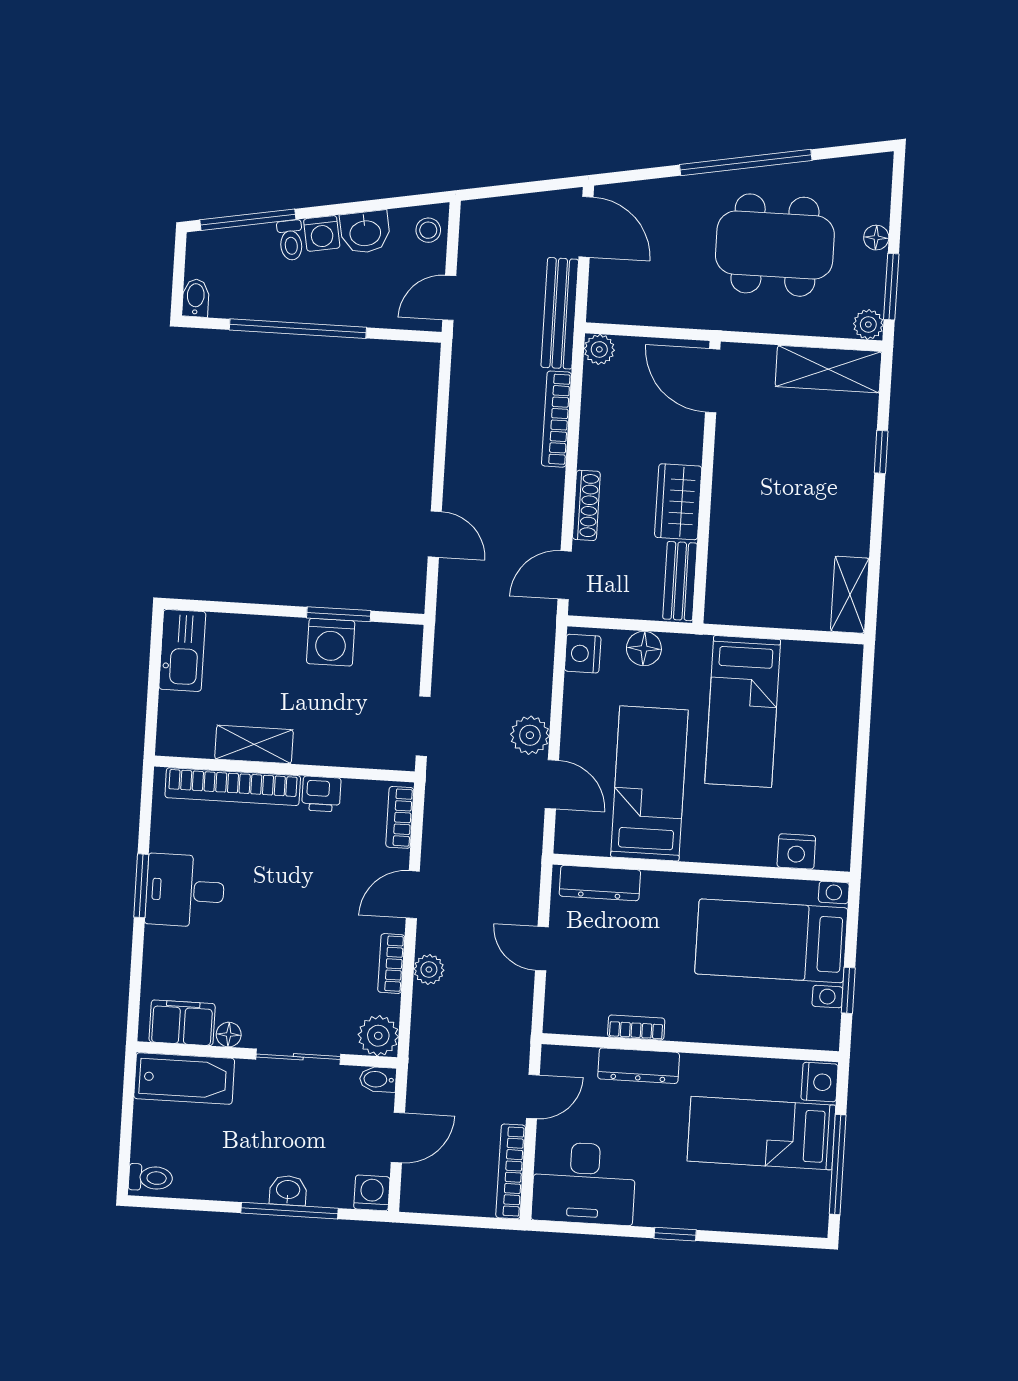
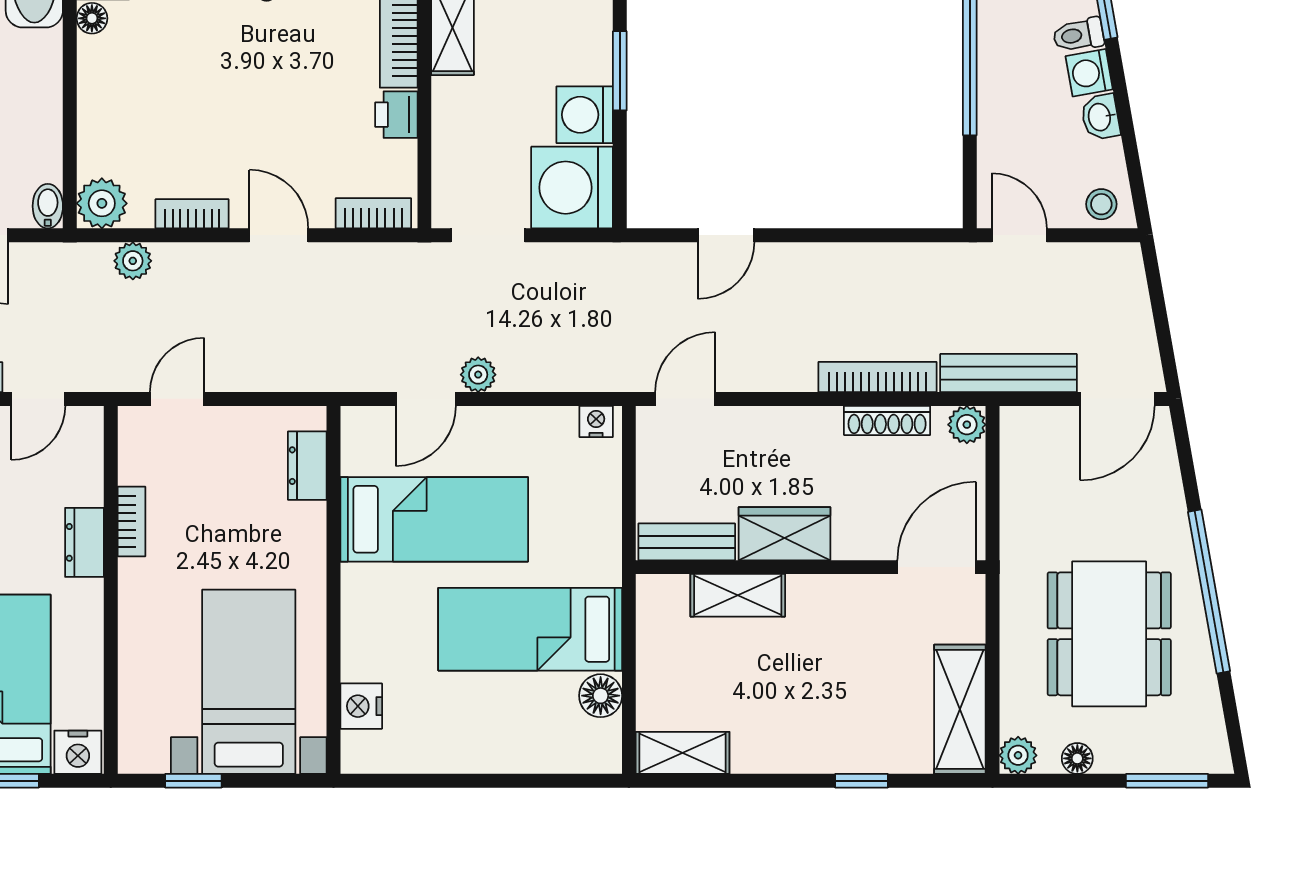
washbasin: (365, 232) -> (1100, 117), width x0.72, depth x0.69
floor lamp: (876, 238) -> (1077, 758), moved
window: (891, 287) -> (1167, 781), moved
shoe rack: (586, 505) -> (887, 420), moved
shelving: (726, 543) -> (738, 595), added
door: (565, 575) -> (685, 399), hinge flipped
window: (339, 614) -> (620, 71), moved
floor lamp: (644, 648) -> (601, 696), moved
nightstand: (583, 654) -> (596, 422), width x0.72, depth x0.74
washing machine: (389, 656) -> (572, 188), added
plant: (530, 735) -> (478, 375), width x0.73, depth x0.73
dresser: (600, 883) -> (307, 466), width x0.70
door: (542, 949) -> (177, 399), moved
plant: (429, 970) -> (133, 261), moved
sliding door: (298, 1057) -> (70, 106), removed
dresser: (639, 1066) -> (84, 542), width x0.70
door: (533, 1097) -> (38, 399), hinge flipped

